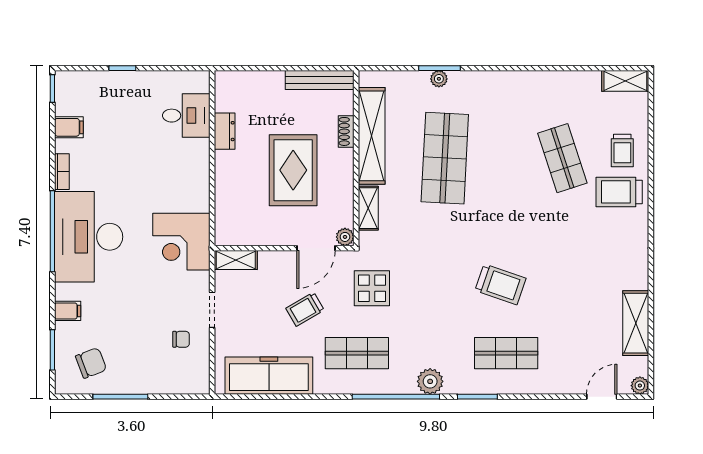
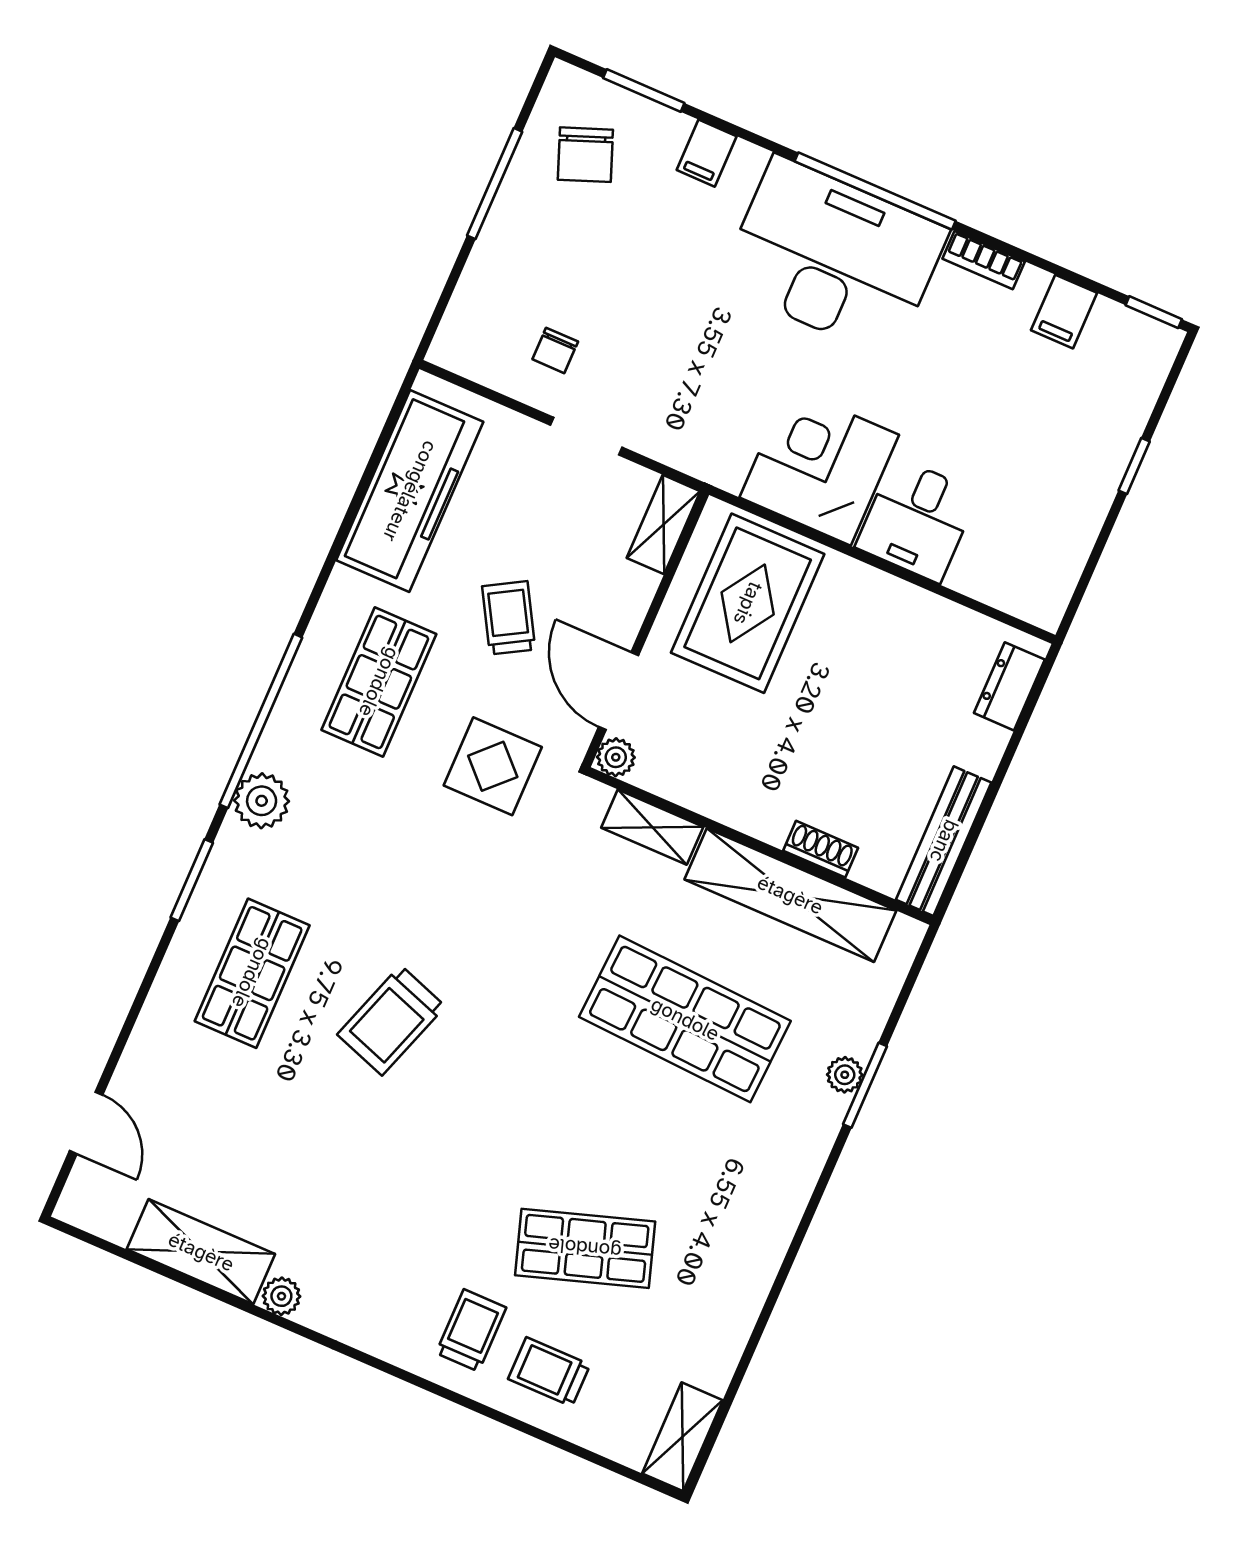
desk: (186, 116) -> (917, 520), moved
dresser: (225, 131) -> (1009, 686), moved, turned 90
rug: (293, 170) -> (748, 603), moved, turned 90
trolley: (619, 192) -> (471, 1330), width x0.73, depth x0.72
corner desk: (181, 242) -> (819, 466), moved
plant: (640, 386) -> (281, 1296), moved

